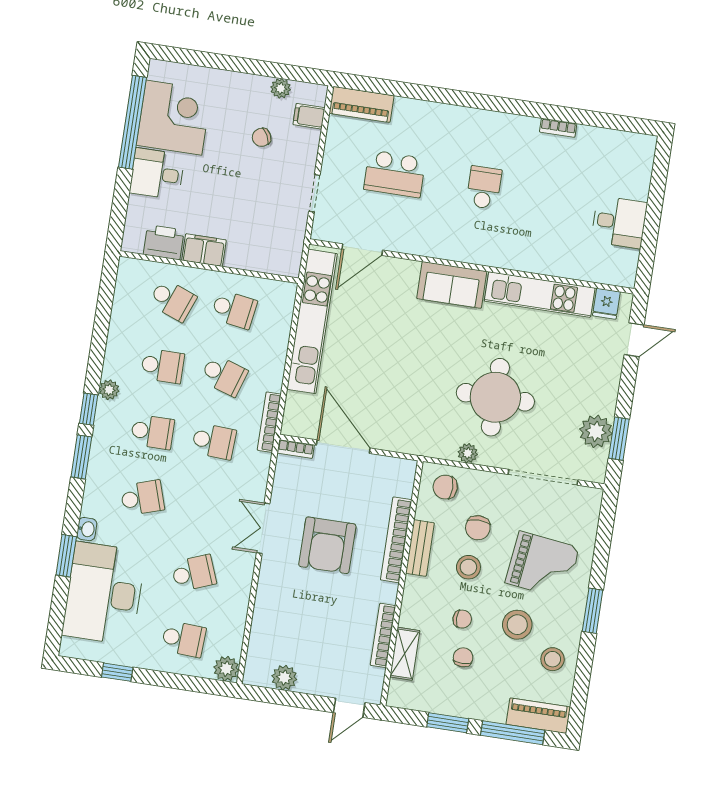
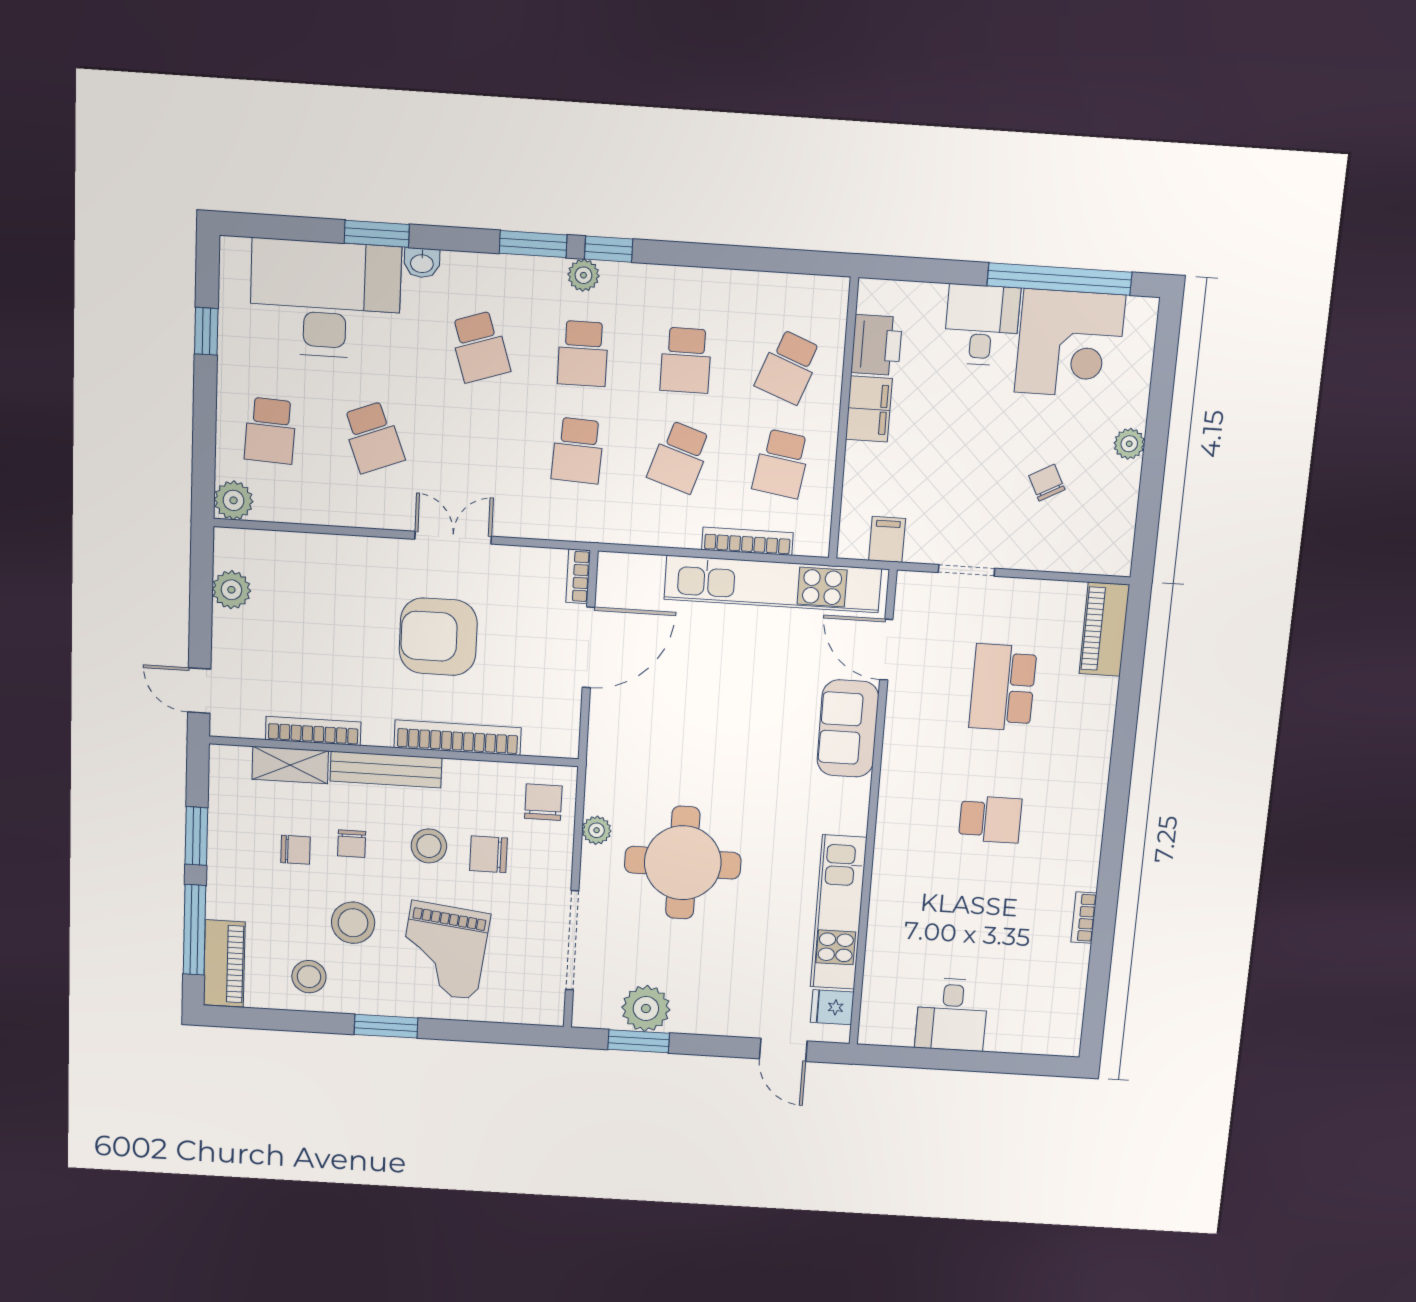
plant: (281, 88) -> (1129, 444), moved
filing cabinet: (309, 116) -> (887, 539), moved
sofa: (452, 285) -> (848, 729), moved
plant: (109, 390) -> (583, 275), moved
bookcase: (269, 422) -> (747, 541), moved
bench: (420, 548) -> (386, 769), moved, width x1.36

